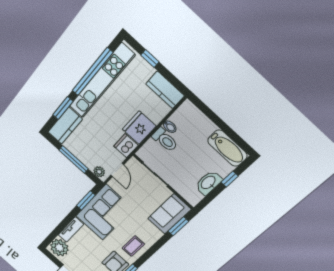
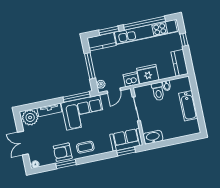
bathtub: (227, 148) -> (188, 106), moved
window: (230, 179) -> (180, 140), removed
washbasin: (208, 183) -> (153, 137), moved
window: (86, 200) -> (77, 97), width x1.44

